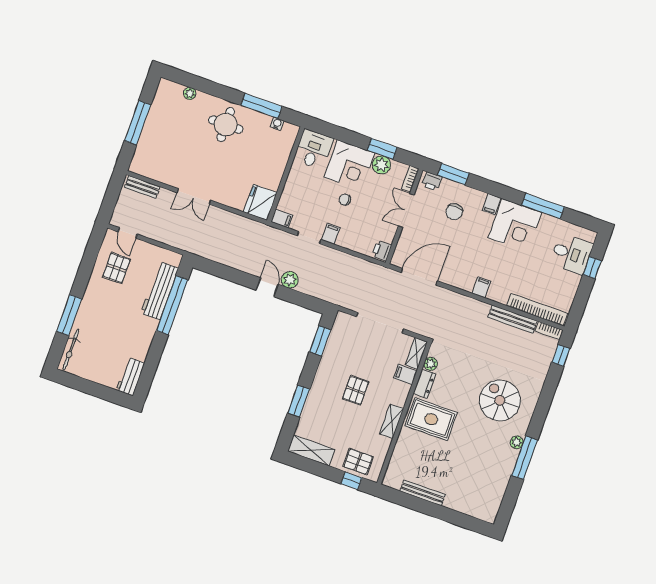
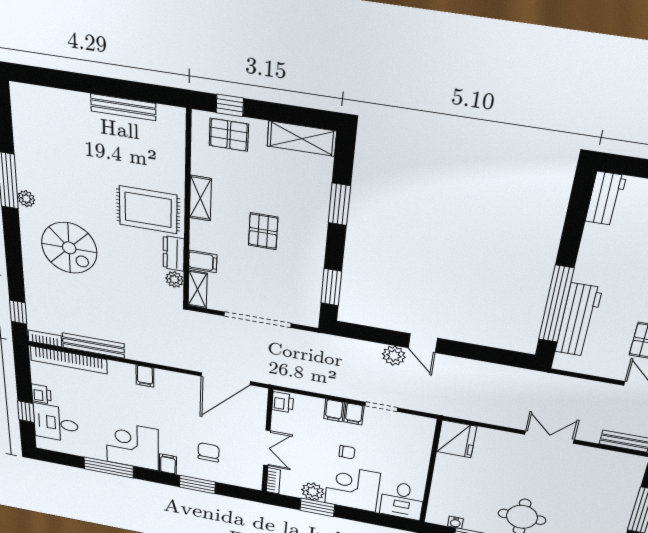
window: (453, 174) -> (197, 484), moved
printer: (432, 181) -> (41, 394), moved, turned 90
filing cabinet: (282, 218) -> (334, 410), moved, turned -90

